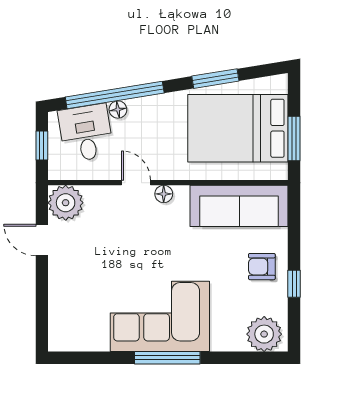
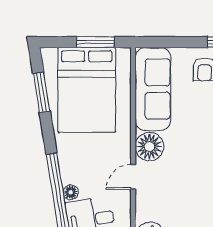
window: (215, 79) -> (42, 92), moved
floor lamp: (164, 194) -> (149, 147), width x1.89, depth x1.89

